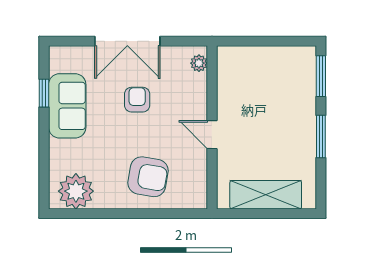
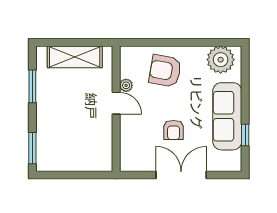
plant: (199, 63) -> (126, 85), moved
sofa: (67, 106) -> (227, 116), width x1.36
window: (321, 137) -> (32, 86), moved

